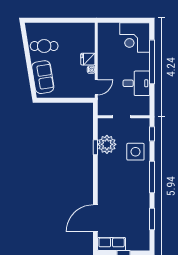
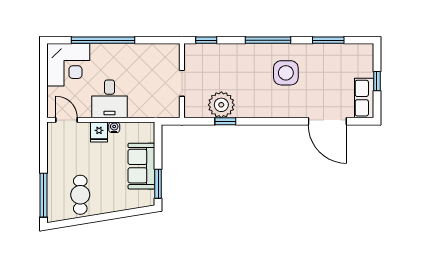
window: (44, 20) -> (43, 195), added
sofa: (43, 77) -> (141, 166), moved, turned -81
desk: (136, 83) -> (110, 99), moved, turned 180
door: (96, 87) -> (67, 120), moved
window: (52, 100) -> (158, 184), added
side table: (135, 152) -> (286, 73), moved

